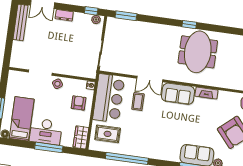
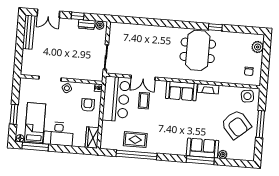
window: (91, 11) -> (78, 16), moved
dresser: (64, 15) -> (87, 24), moved
window: (126, 16) -> (128, 20), removed
window: (189, 25) -> (215, 27), moved
double door: (150, 79) -> (143, 78), moved
rug: (108, 134) -> (135, 140), moved
window: (49, 147) -> (35, 147), moved

